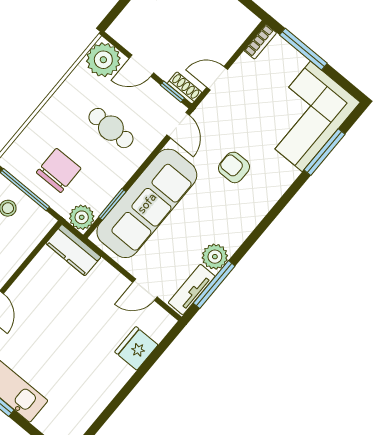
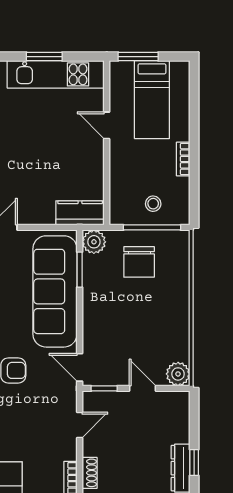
plant: (103, 60) -> (178, 374), width x0.73, depth x0.73
door: (141, 66) -> (142, 388), hinge flipped
shoe rack: (185, 88) -> (90, 473), moved, turned -90
cafe table: (111, 128) -> (127, 325), removed

